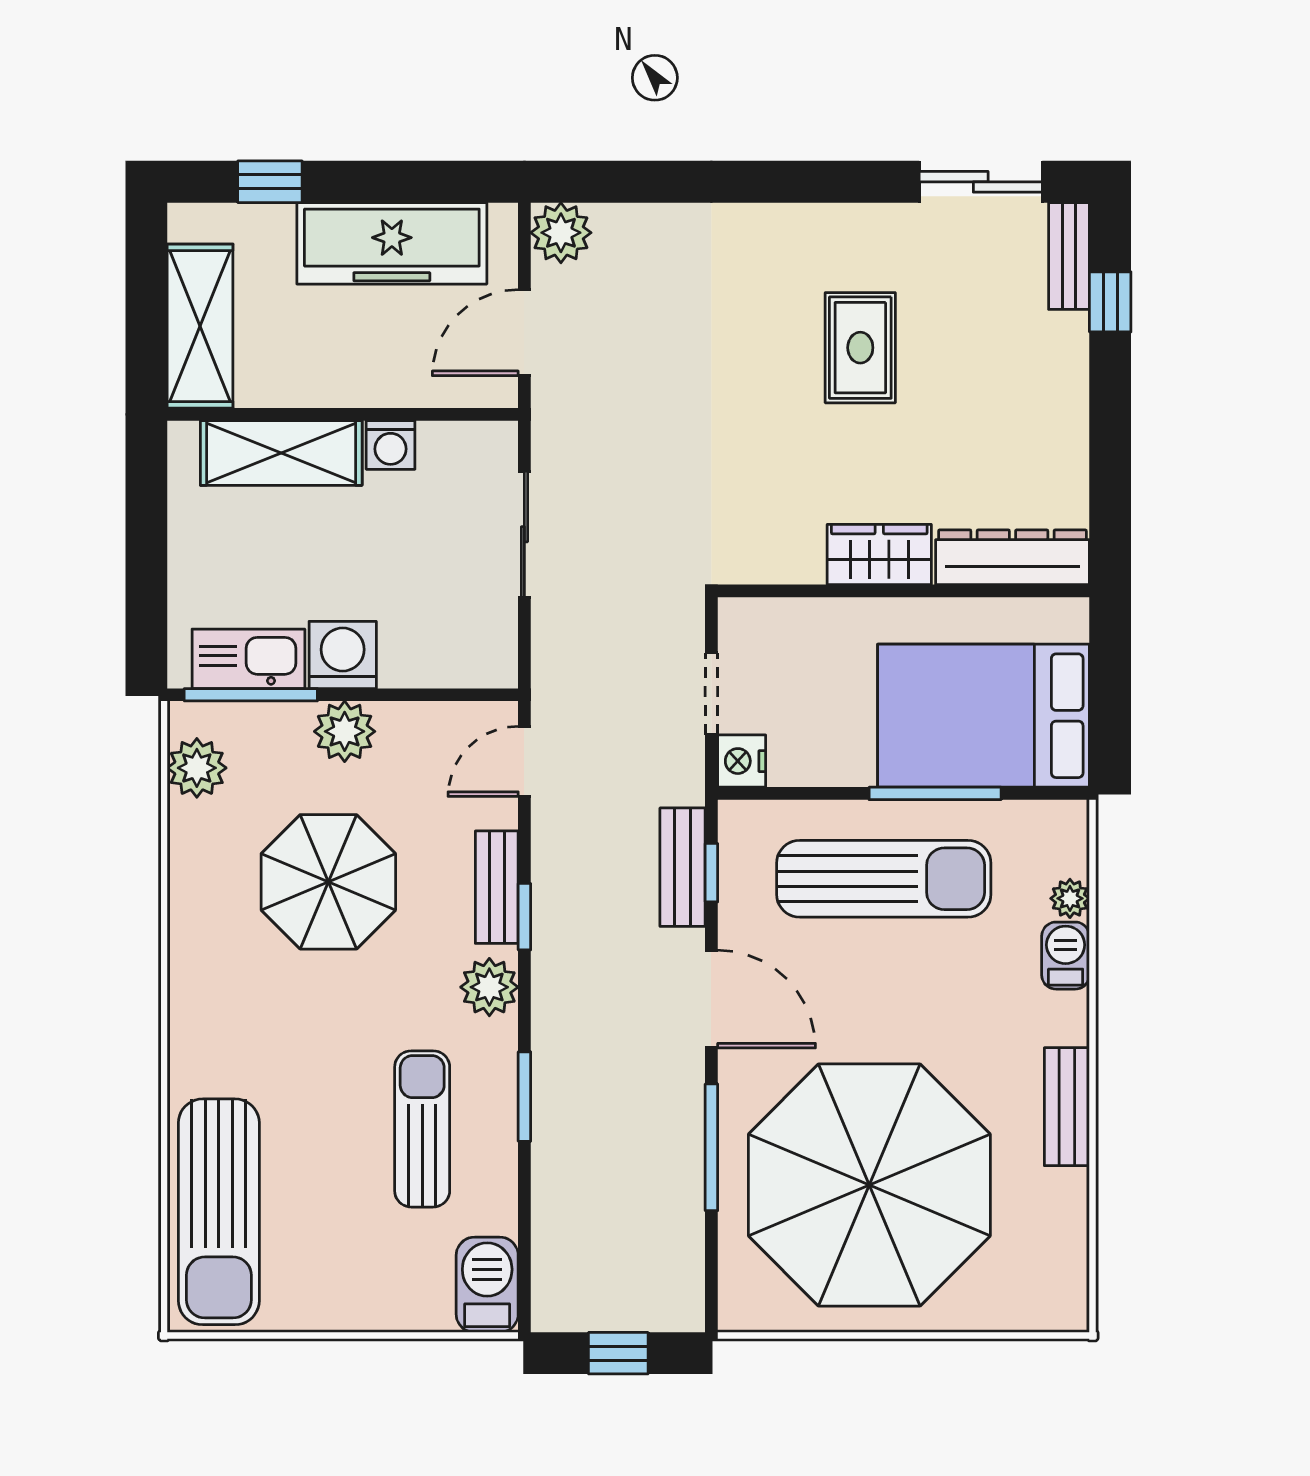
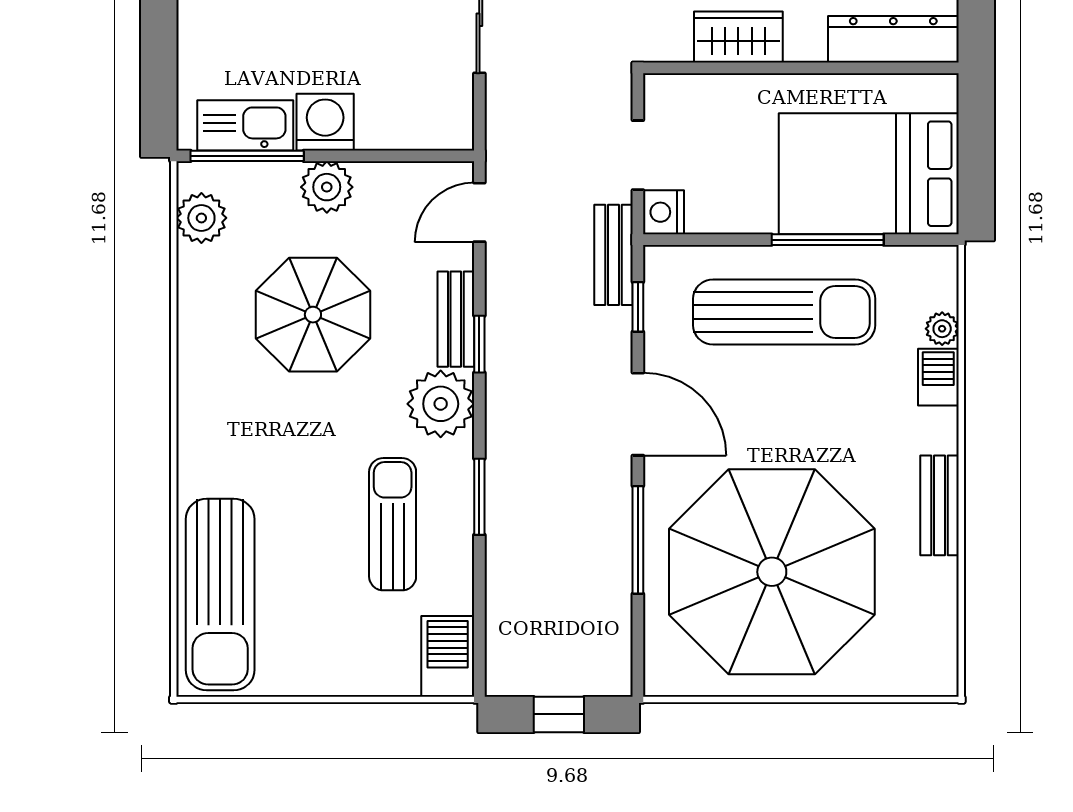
wardrobe: (879, 554) -> (738, 37), moved
bench: (683, 867) -> (613, 255), moved
plant: (489, 987) -> (441, 404), width x1.36, depth x1.36

